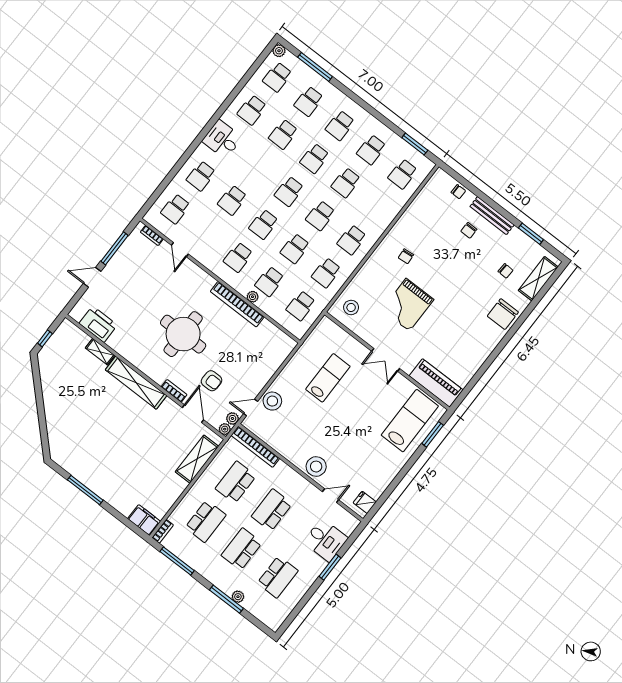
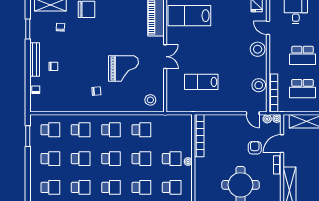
bookcase: (237, 304) -> (199, 136), moved
school desk: (301, 306) -> (81, 130), moved
stool: (272, 401) -> (259, 85), moved

